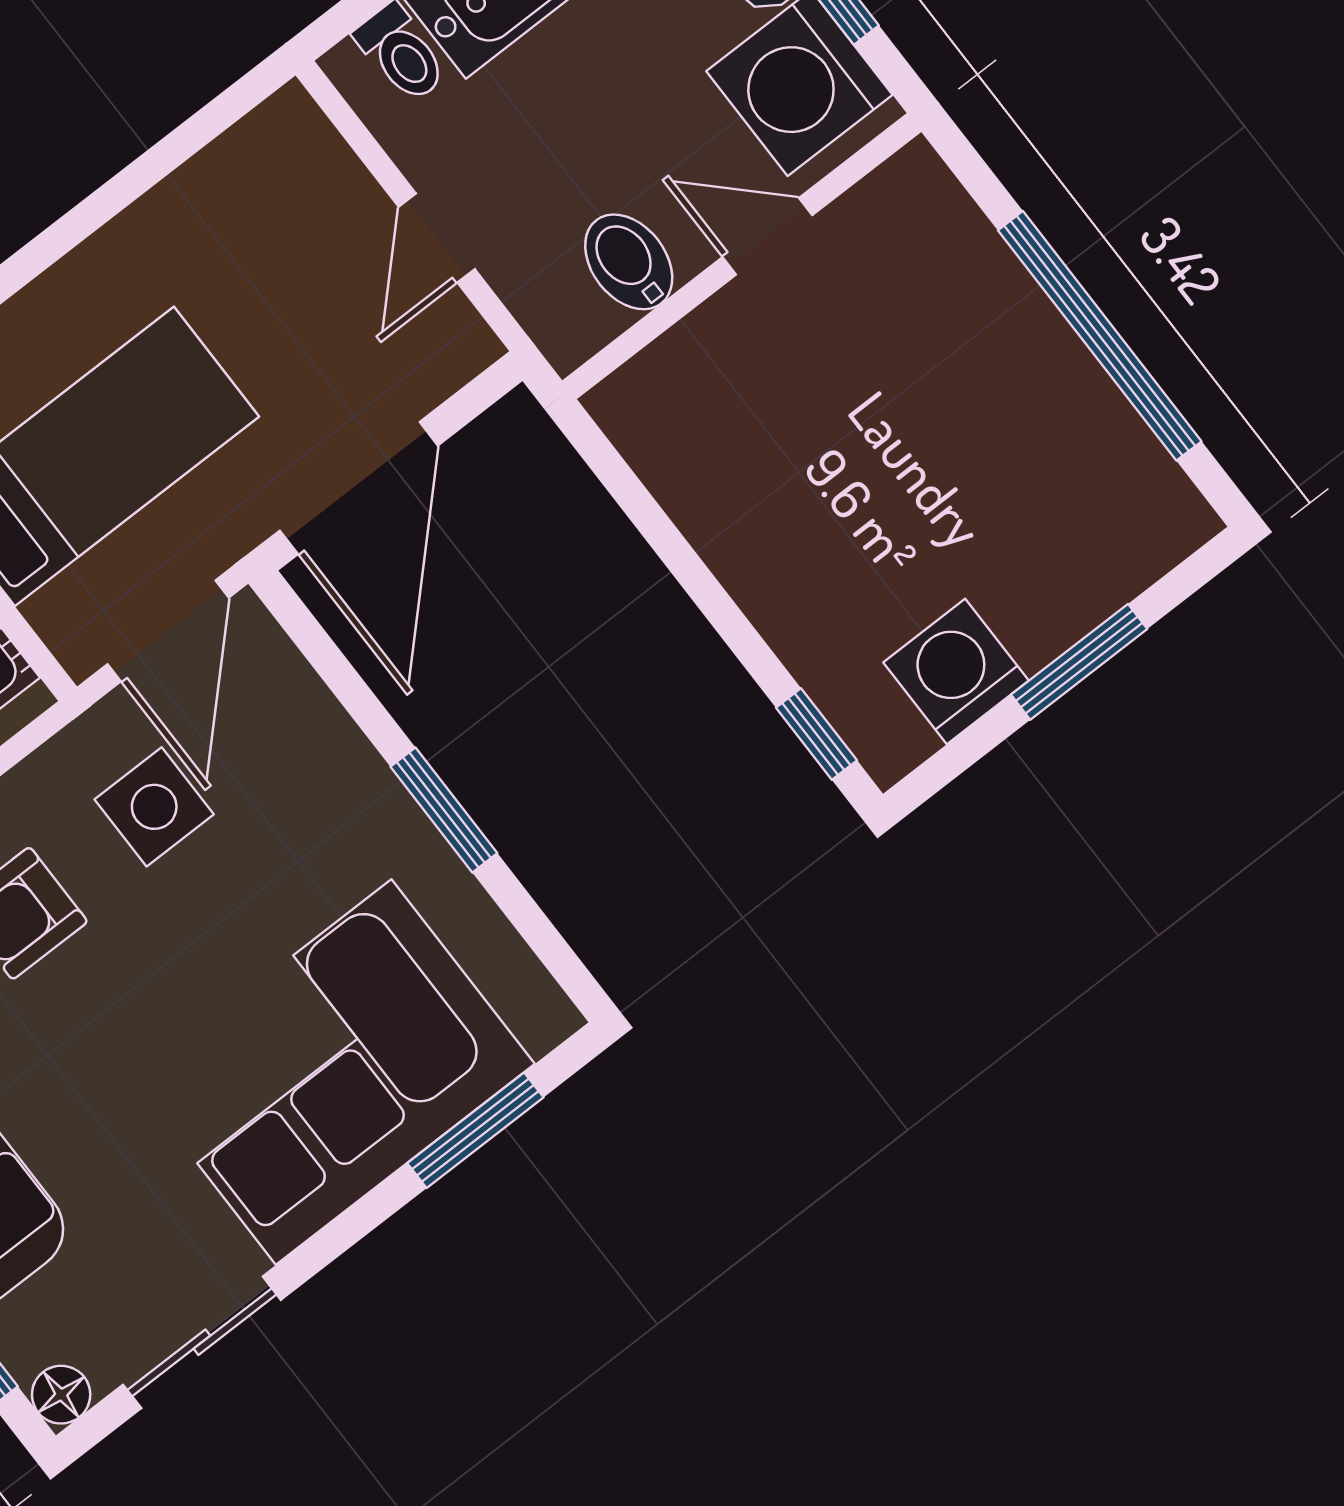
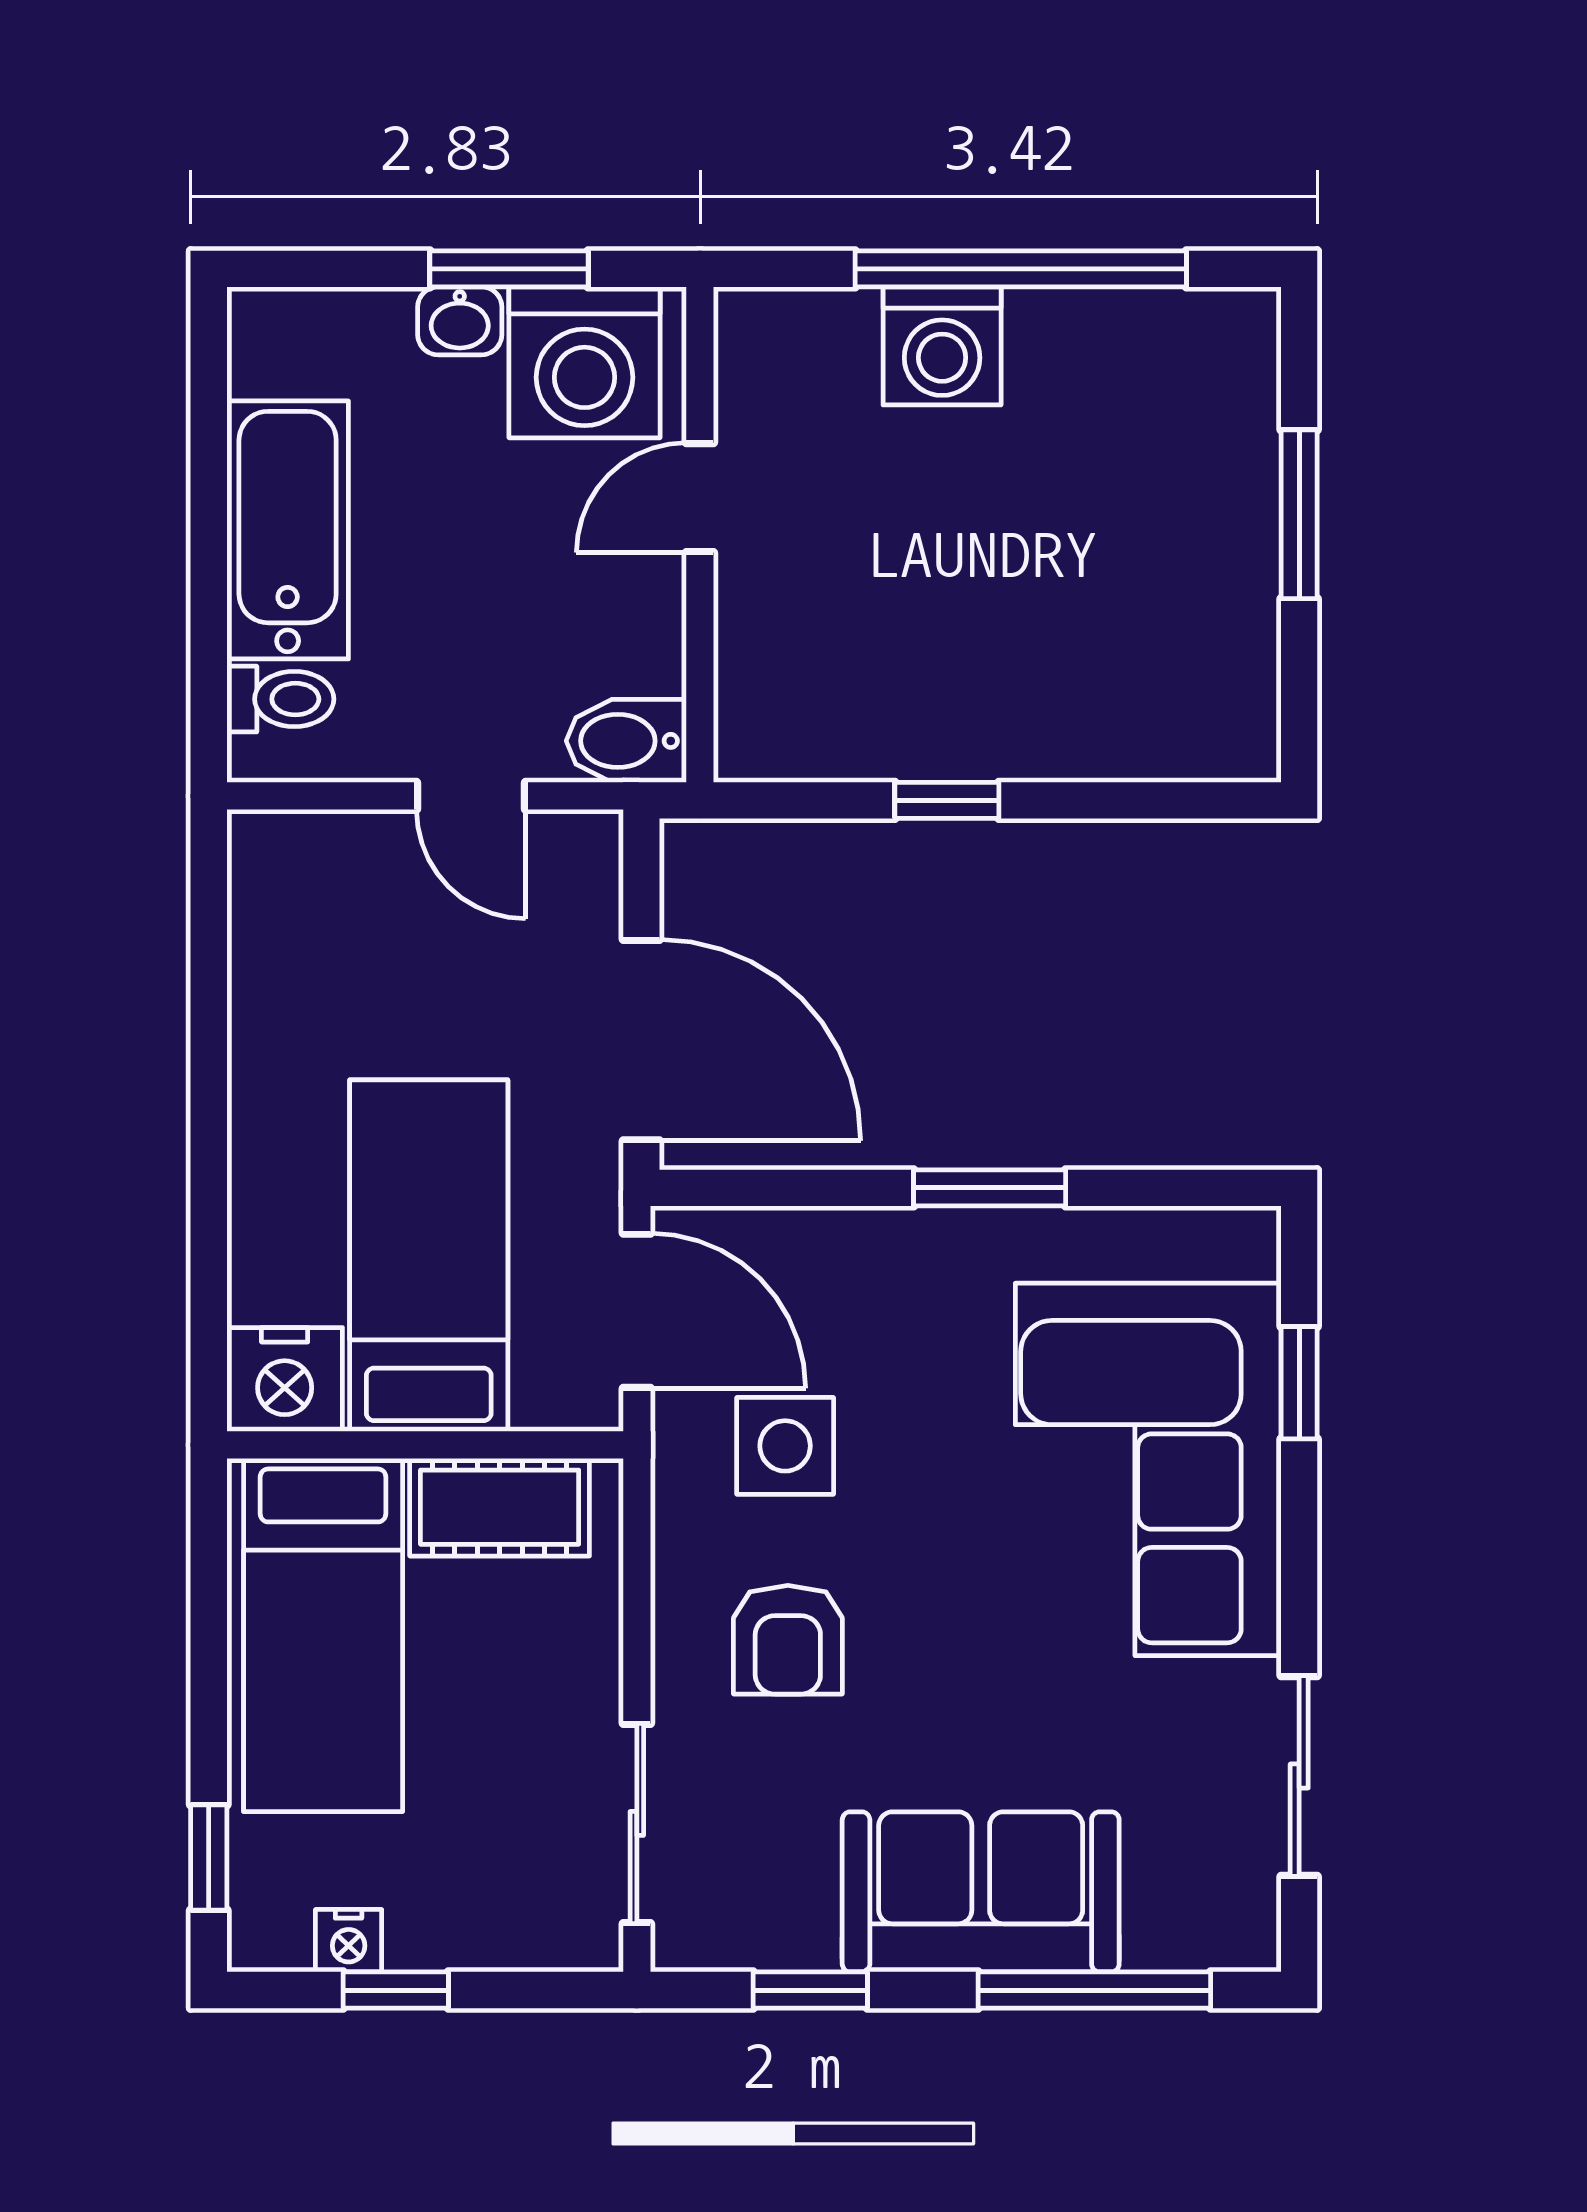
bidet: (629, 262) -> (626, 741), moved
washing machine: (956, 671) -> (942, 346), moved, turned -90
window: (816, 734) -> (947, 800), moved
window: (475, 1130) -> (1299, 1383), width x0.67
floor lamp: (61, 1395) -> (1248, 1939), removed

